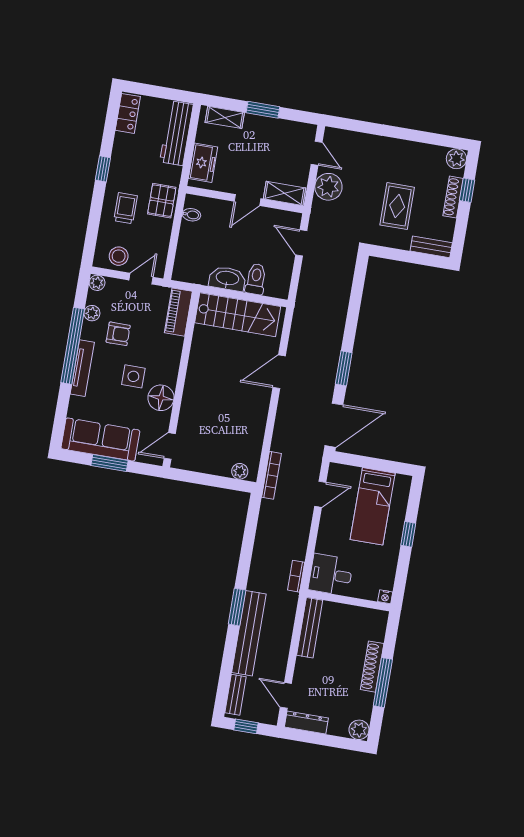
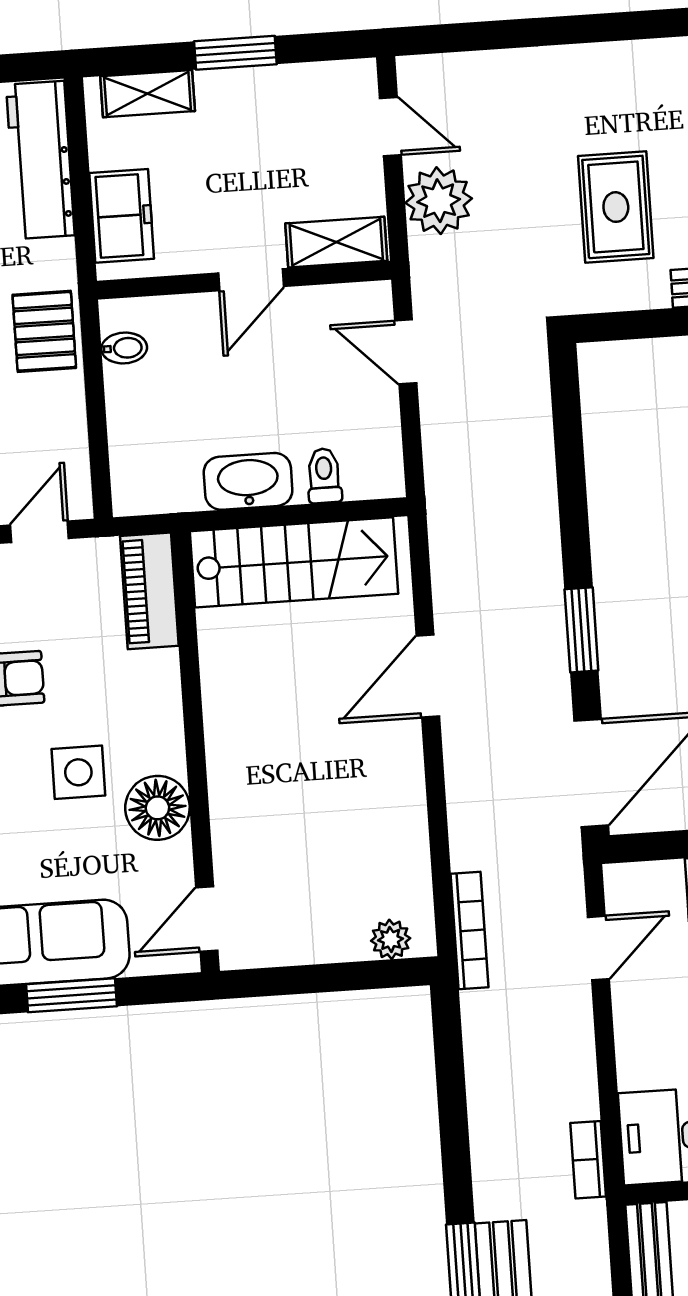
toilet: (256, 279) -> (324, 476), width x0.73, depth x0.72

